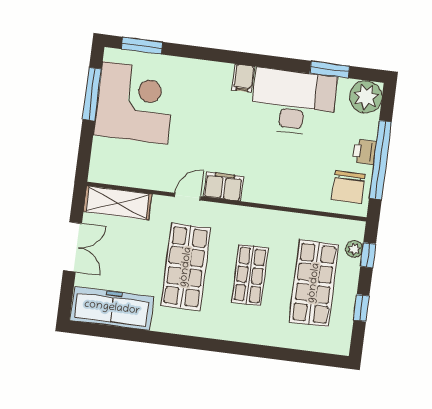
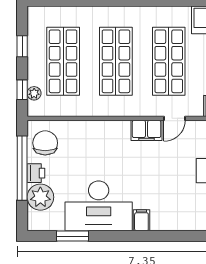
plant: (366, 97) -> (40, 197), moved
shop shelf: (250, 275) -> (116, 61), width x1.43, depth x1.36

